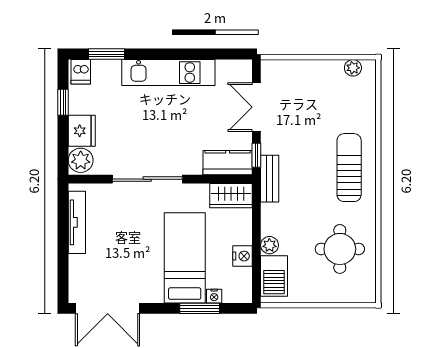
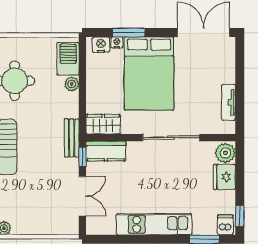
window: (63, 102) -> (240, 216), moved
tv unit: (77, 222) -> (228, 102), width x0.71
nightstand: (243, 256) -> (101, 45), moved, turned 90
bed: (185, 258) -> (149, 74), width x1.50

